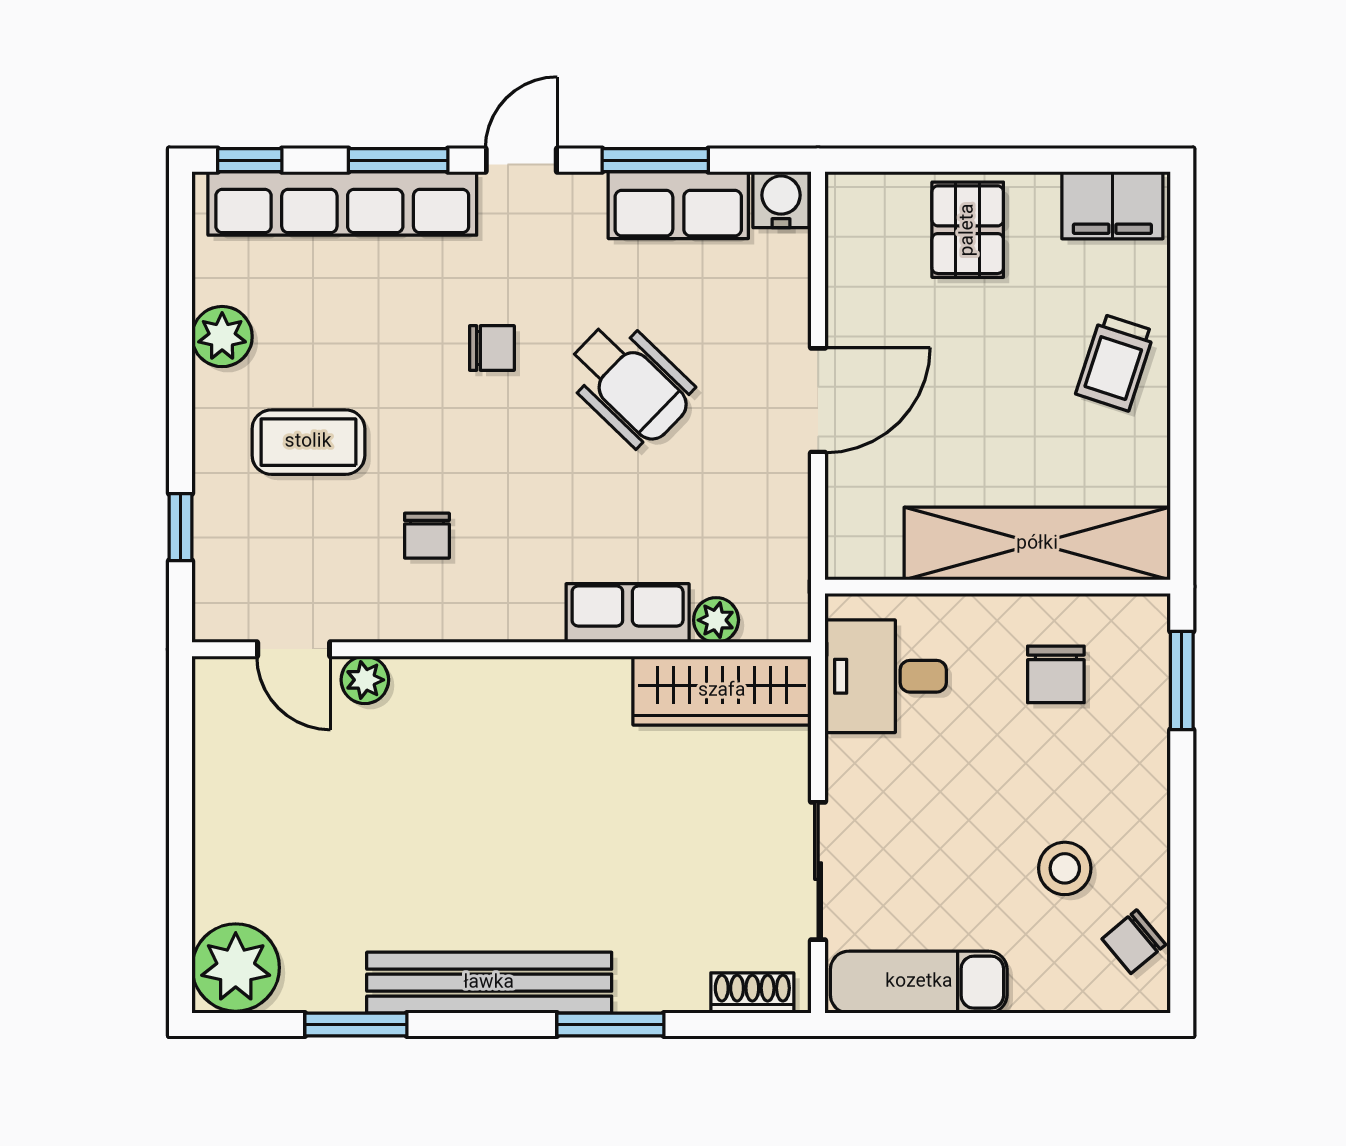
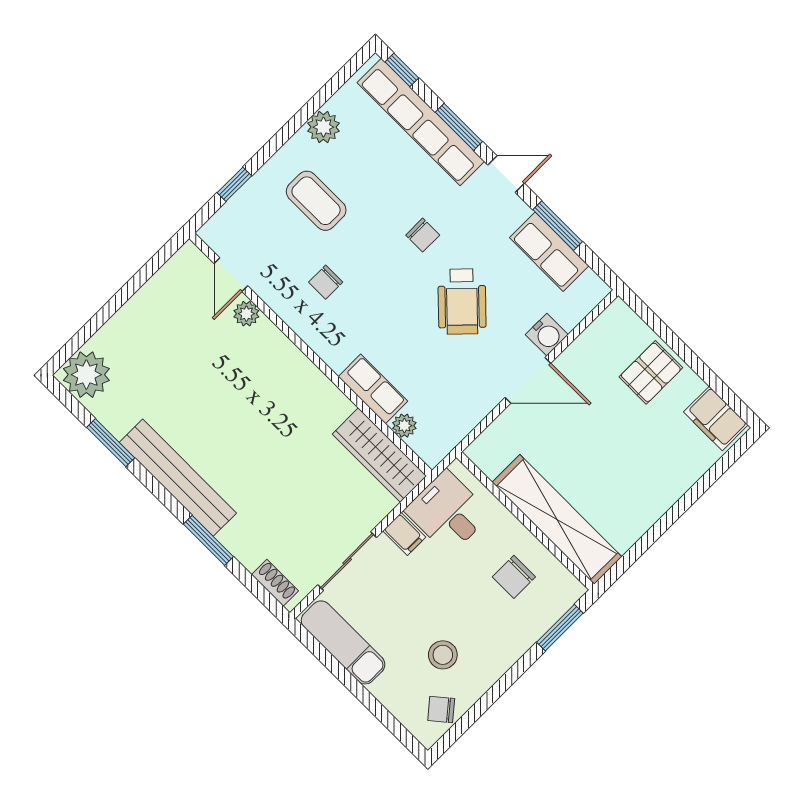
water cooler: (781, 200) -> (547, 335), moved, turned 90
trolley: (1115, 362) -> (656, 480), removed
filing cabinet: (857, 761) -> (404, 534), added

